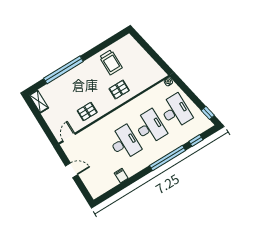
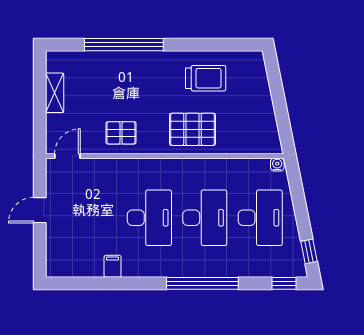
trolley: (111, 62) -> (206, 78), turned -90
pallet: (119, 90) -> (192, 129), width x1.50, depth x1.42
shelving: (39, 102) -> (55, 93), moved
window: (196, 140) -> (284, 283), moved
door: (72, 170) -> (40, 210), swing flipped

